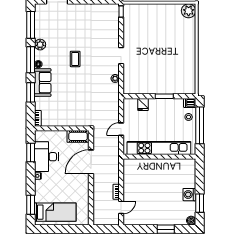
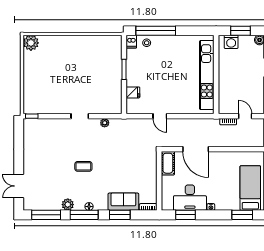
sofa: (43, 83) -> (123, 202), moved
kitchen unit: (159, 148) -> (207, 75), moved
wall: (159, 157) -> (216, 75), moved

